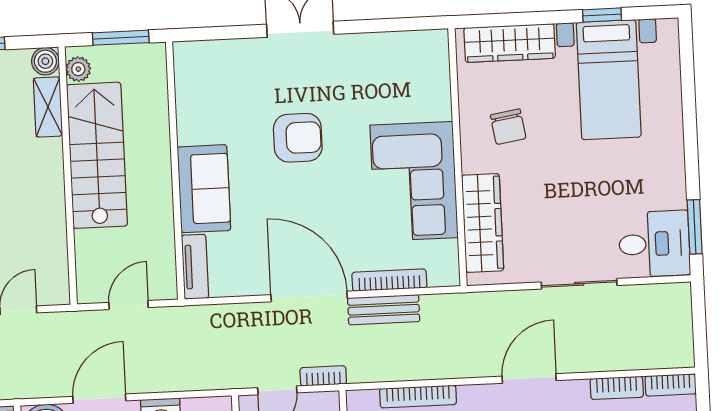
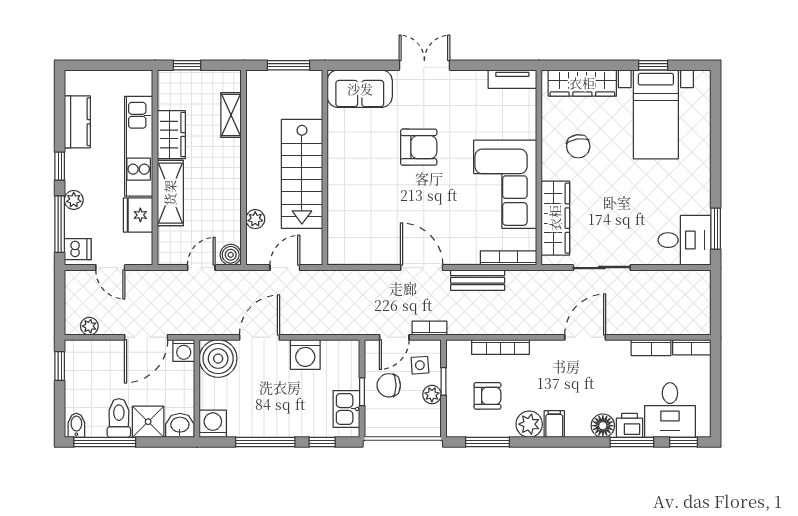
boiler: (45, 61) -> (231, 255), moved
plant: (78, 69) -> (255, 219), moved
stairs: (97, 155) -> (302, 174), moved, turned 180
sofa: (204, 189) -> (360, 89), moved, turned 90
tv unit: (195, 267) -> (512, 79), moved, turned 90
bookcase: (389, 280) -> (508, 258), moved
sliding door: (579, 284) -> (602, 268), moved
door: (309, 296) -> (422, 268), width x0.73

